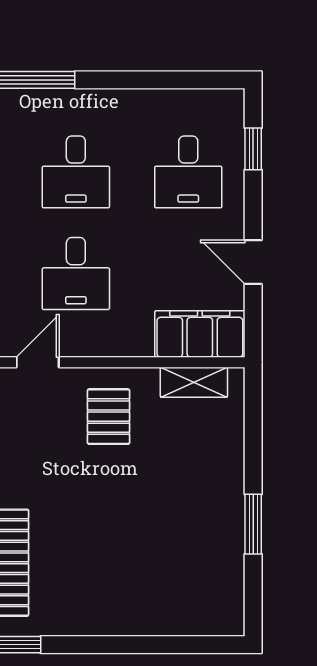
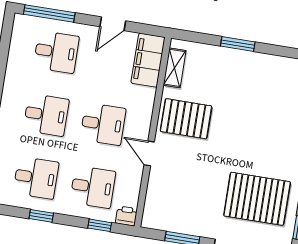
window: (253, 149) -> (49, 13), width x2.17
pallet: (109, 417) -> (186, 119), width x1.50, depth x1.42
window: (253, 524) -> (238, 44), moved

